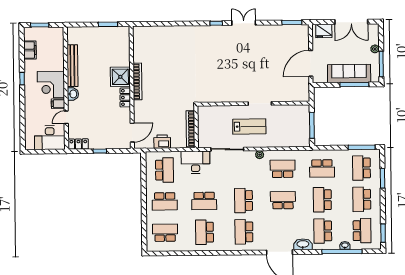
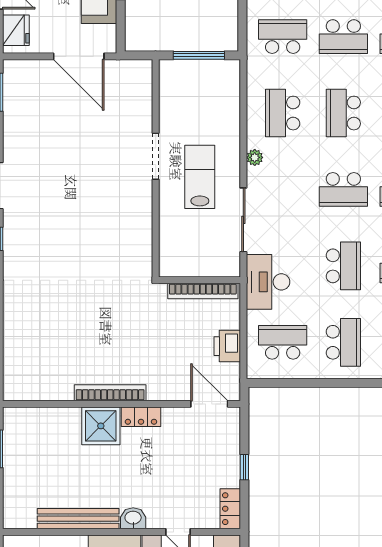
school desk: (322, 168) -> (283, 37), turned -90

